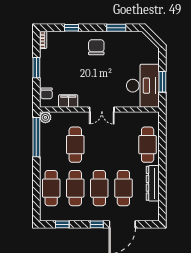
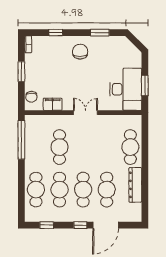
double door: (102, 109) -> (85, 113), swing flipped
plant: (45, 117) -> (30, 120), removed

